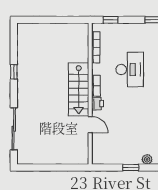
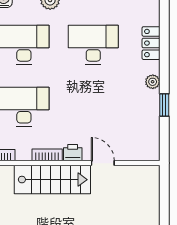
door: (90, 125) -> (103, 163), hinge flipped

